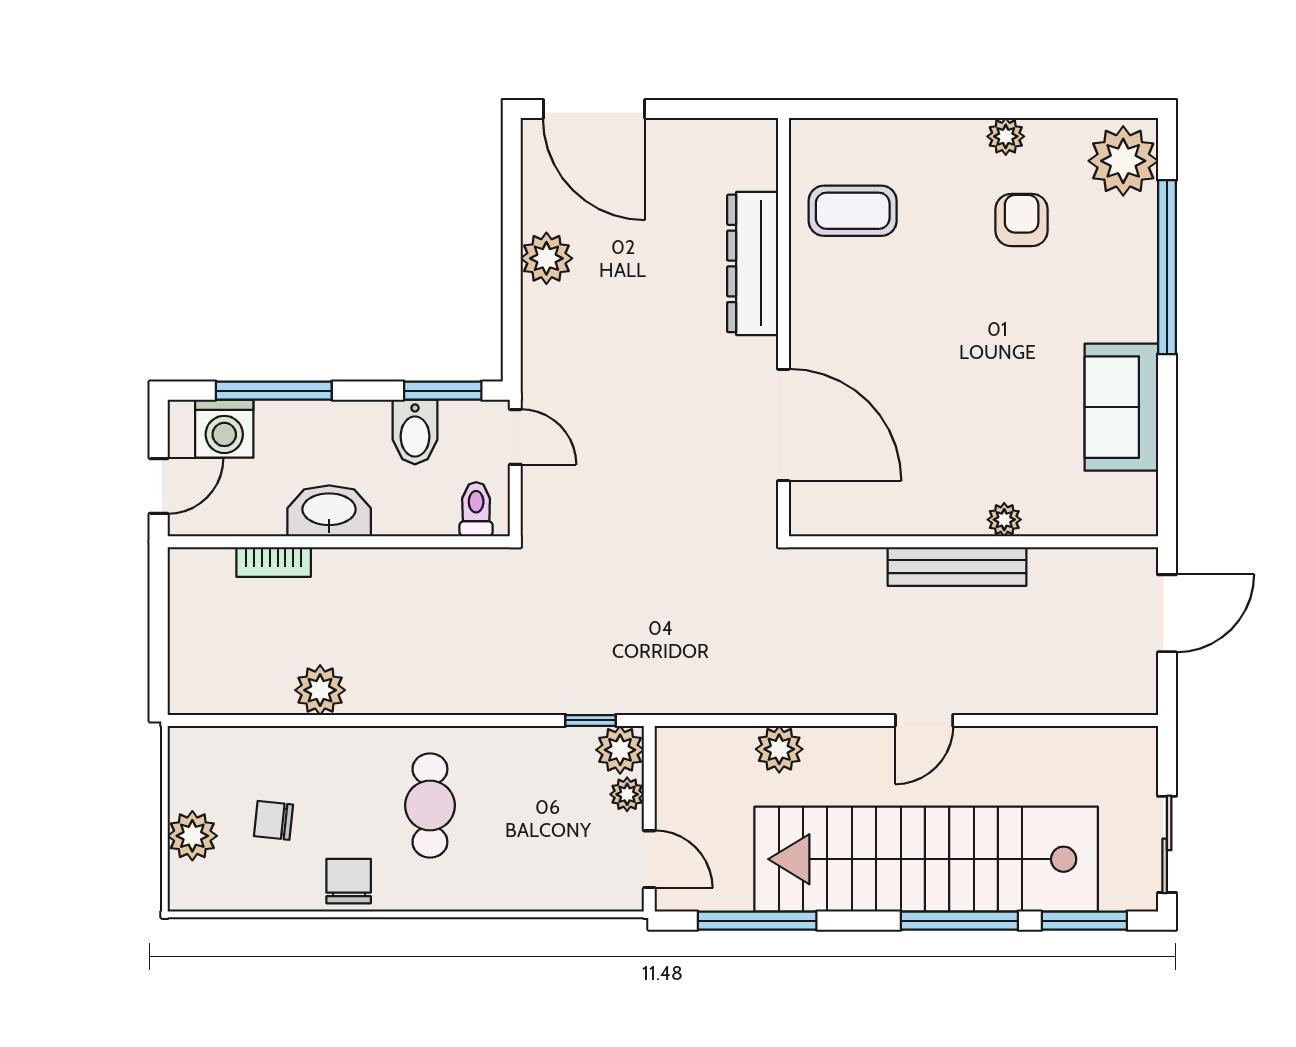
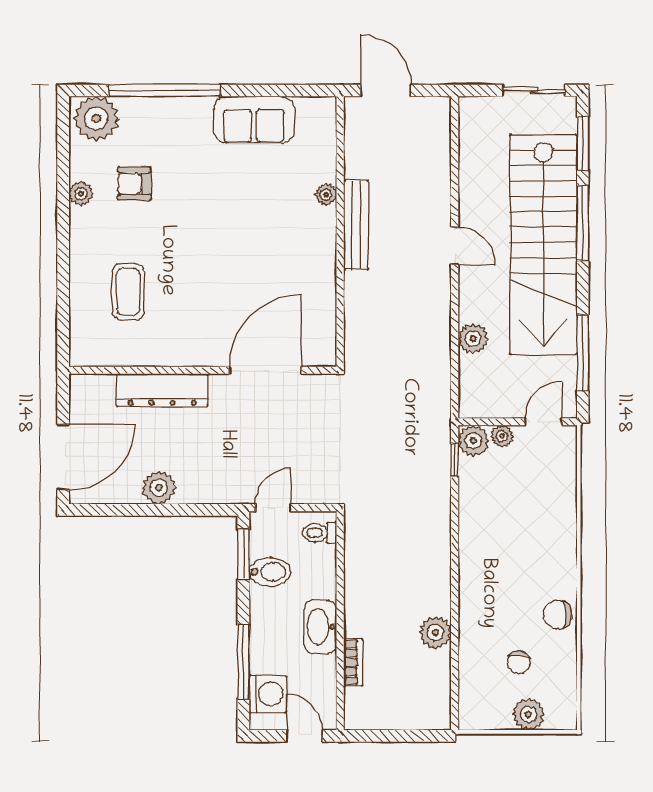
dresser: (753, 263) -> (162, 390), moved
wall: (783, 327) -> (203, 370), moved
door: (783, 425) -> (265, 370), moved
cafe table: (430, 805) -> (509, 562), removed

